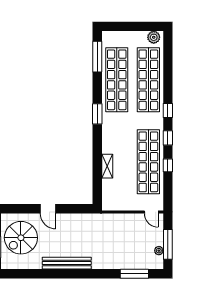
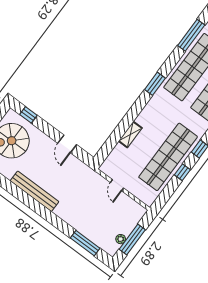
window: (19, 209) -> (28, 115), added
door: (48, 209) -> (67, 144), moved
door: (151, 212) -> (117, 185), moved

